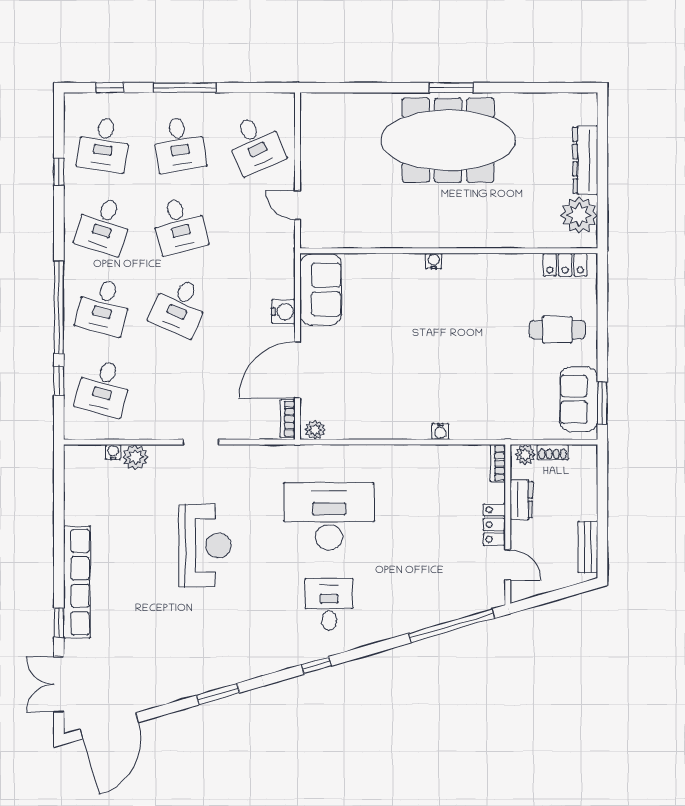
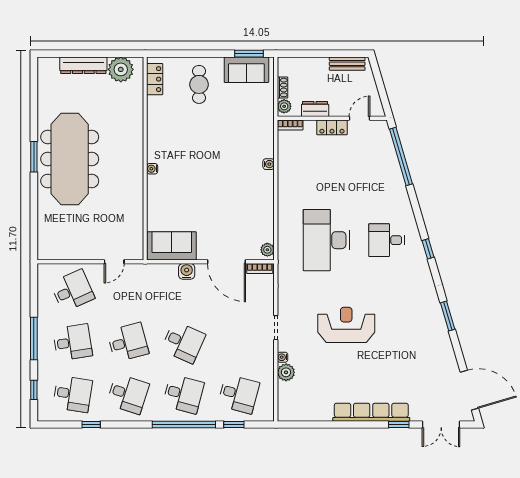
water cooler: (113, 452) -> (282, 357), moved

